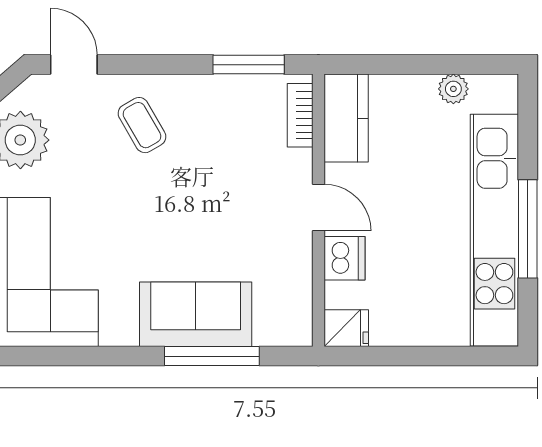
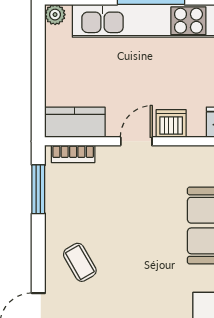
plant: (453, 89) -> (55, 15), moved
coffee table: (142, 125) -> (80, 262), turned 90

